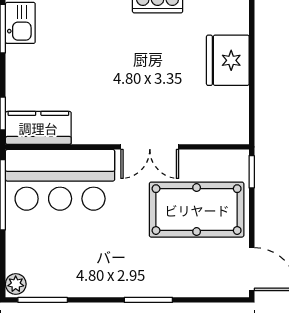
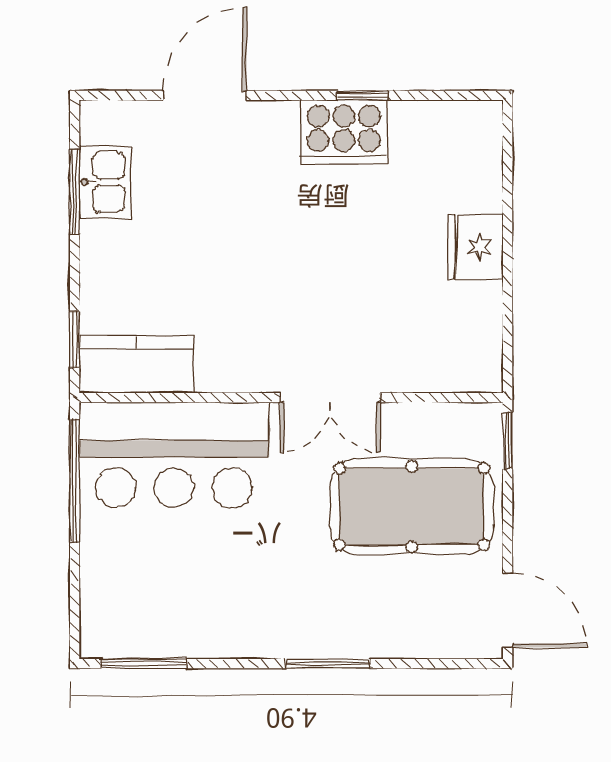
fridge: (228, 60) -> (475, 247), width x0.73, depth x0.75
plant: (16, 284) -> (97, 636), removed

